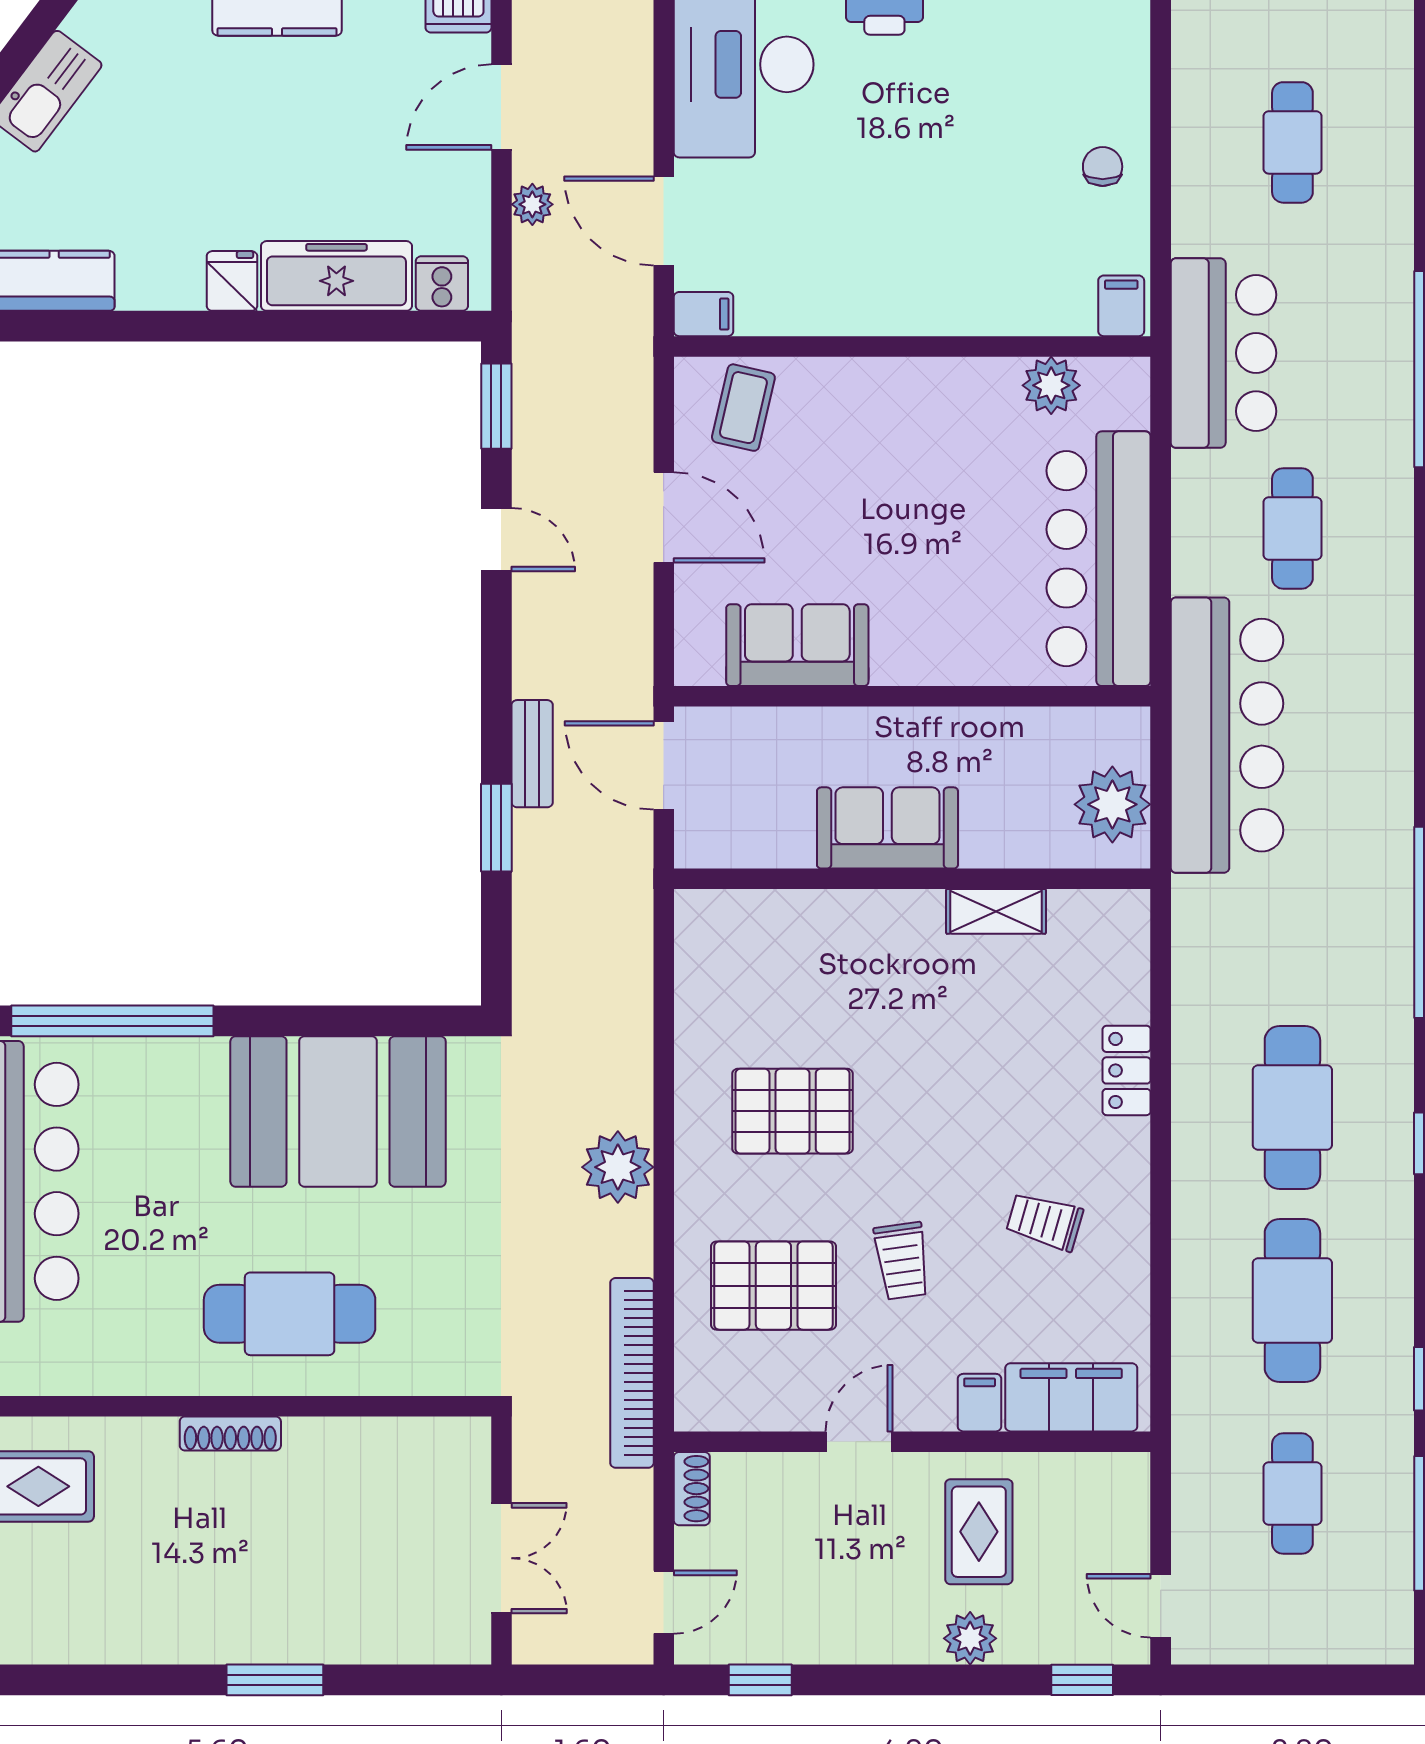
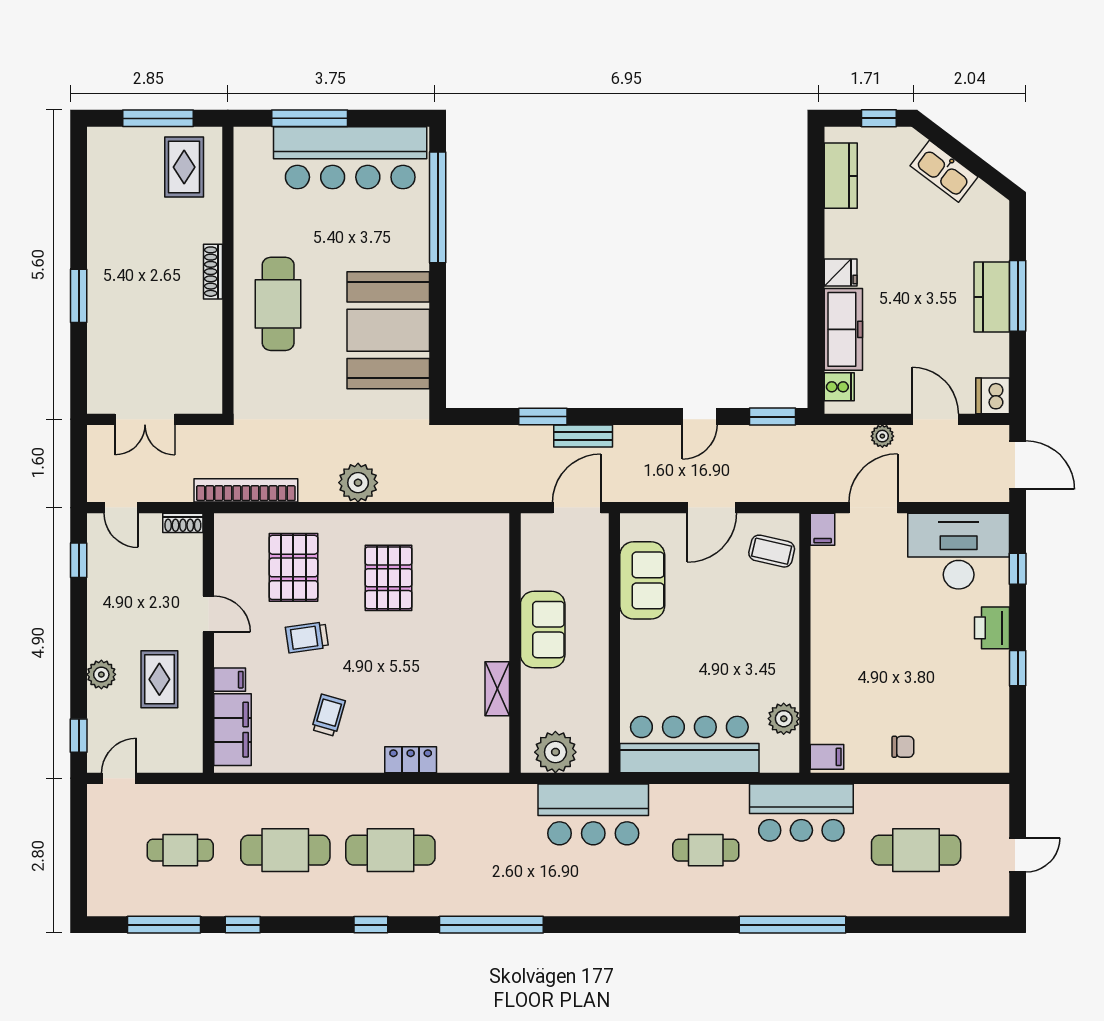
cafe table: (1292, 142) -> (916, 850), width x1.37, depth x1.35
bar counter: (1227, 735) -> (593, 814), width x0.73
rug: (979, 1532) -> (159, 679), turned 90

